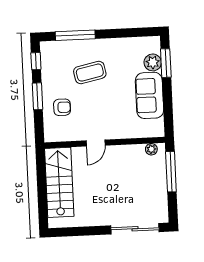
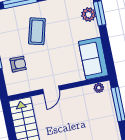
coffee table: (90, 73) -> (37, 31), turned -63
sofa: (149, 95) -> (93, 58), moved

